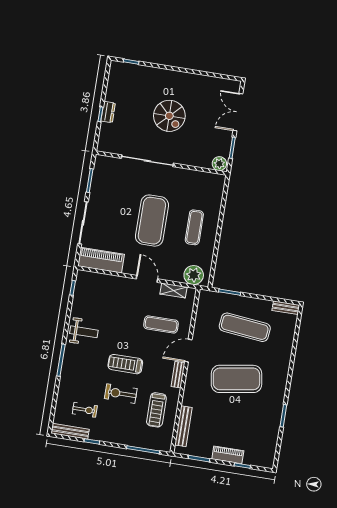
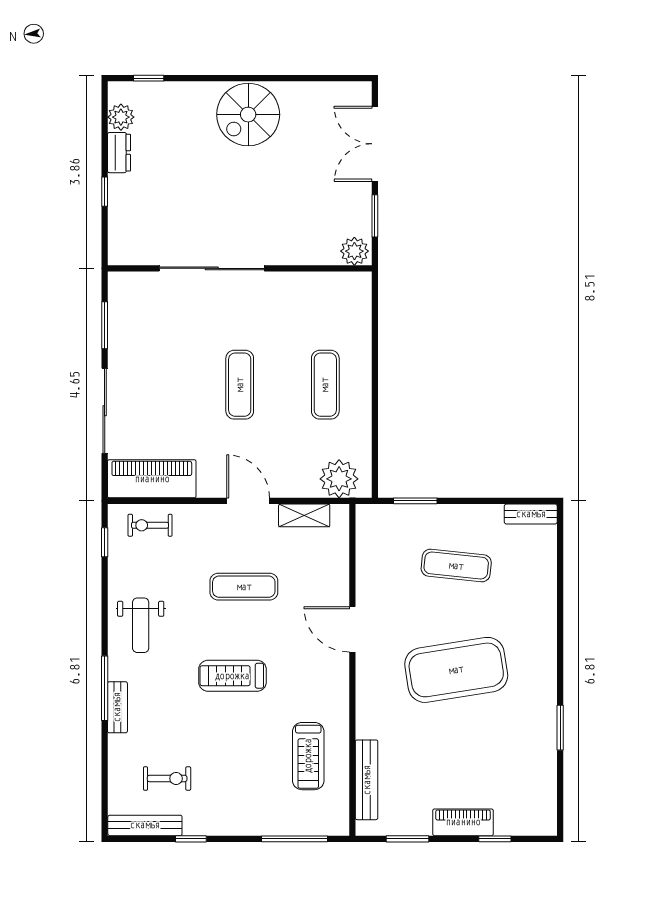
plant: (114, 79) -> (121, 117), added
dresser: (108, 112) -> (119, 153), moved
spiral stairs: (169, 116) -> (248, 115), moved, turned 90
exercise mat: (152, 221) -> (240, 385), width x0.50, depth x0.69
exercise mat: (161, 324) -> (244, 587), moved
exercise mat: (245, 327) -> (456, 566), width x0.73, depth x0.69
weight bench: (84, 332) -> (141, 625), turned 90
door: (188, 351) -> (352, 629), hinge flipped
bench: (178, 375) -> (117, 707), moved
exercise bike: (121, 394) -> (150, 525), moved, width x0.73, depth x0.72

